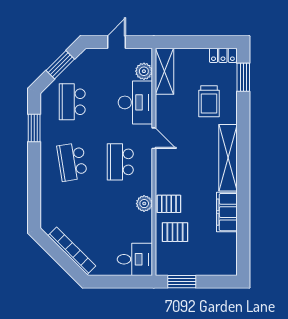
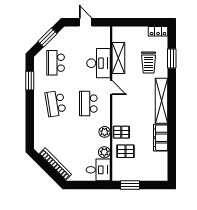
door: (116, 42) -> (86, 22), hinge flipped
plant: (144, 71) -> (104, 152), moved
shelving: (165, 71) -> (118, 58), moved
window: (243, 77) -> (172, 59), moved

